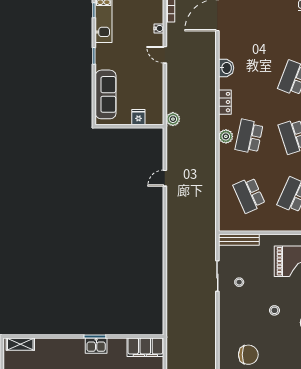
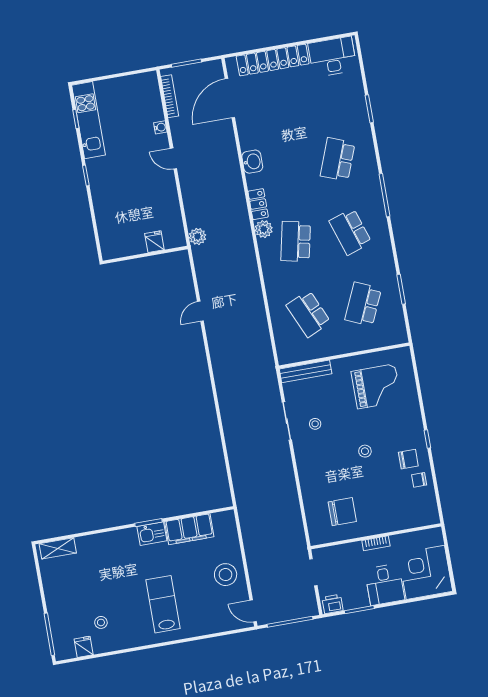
sofa: (106, 94) -> (109, 221), removed
plant: (226, 136) -> (264, 229), moved
filing cabinet: (145, 347) -> (189, 529), moved

